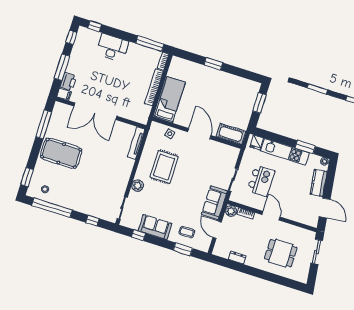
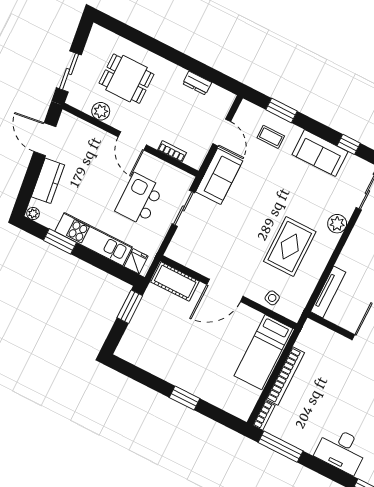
window: (259, 103) -> (130, 307), moved
door: (199, 134) -> (225, 290), hinge flipped
plant: (231, 211) -> (101, 111), moved

